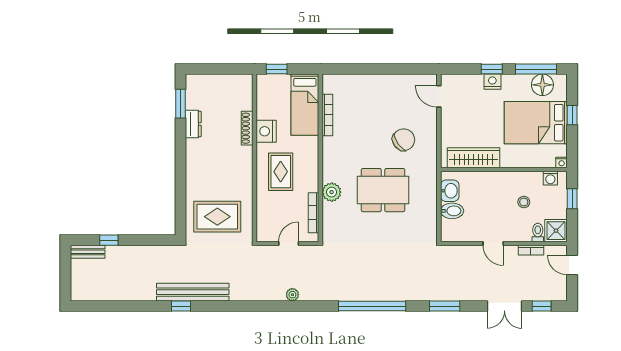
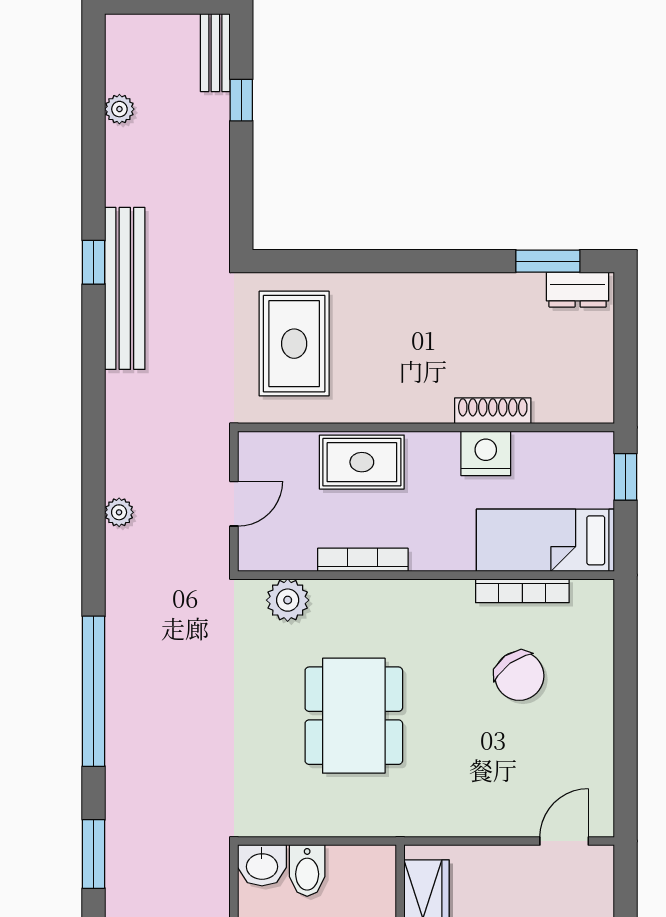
dresser: (193, 124) -> (578, 290), moved
chair: (404, 140) -> (519, 676), moved
rug: (281, 172) -> (362, 462), moved
washbasin: (450, 191) -> (262, 865), moved
plant: (332, 192) -> (288, 600), moved
bookcase: (314, 213) -> (363, 560), moved
door: (289, 243) -> (234, 504), hinge flipped
plant: (113, 294) -> (119, 109), added

